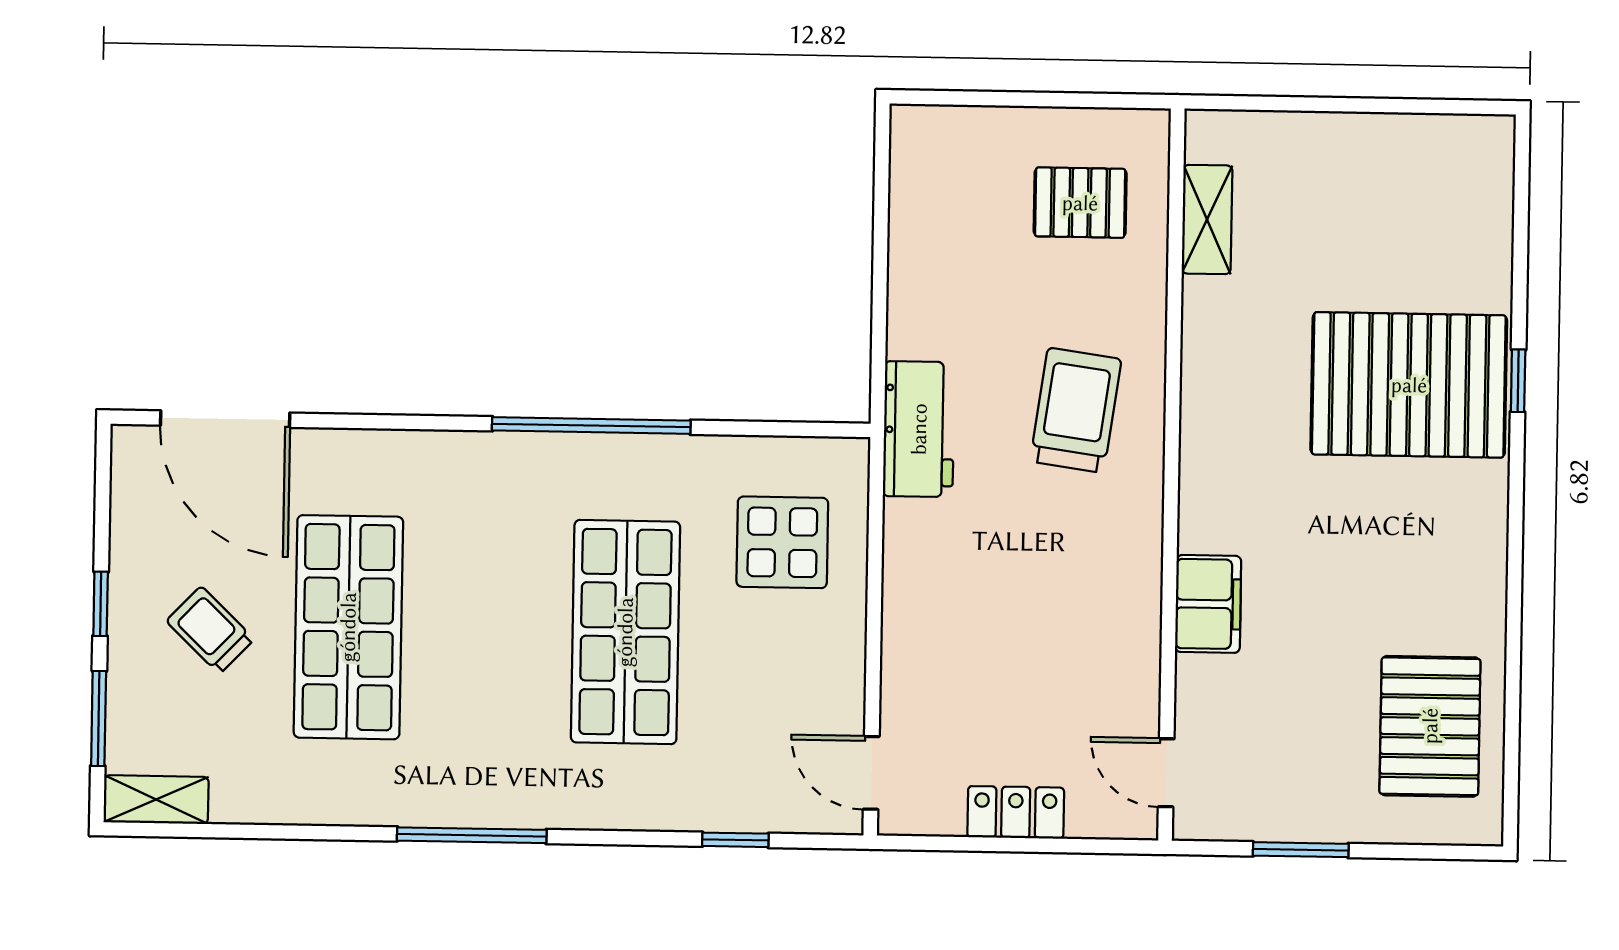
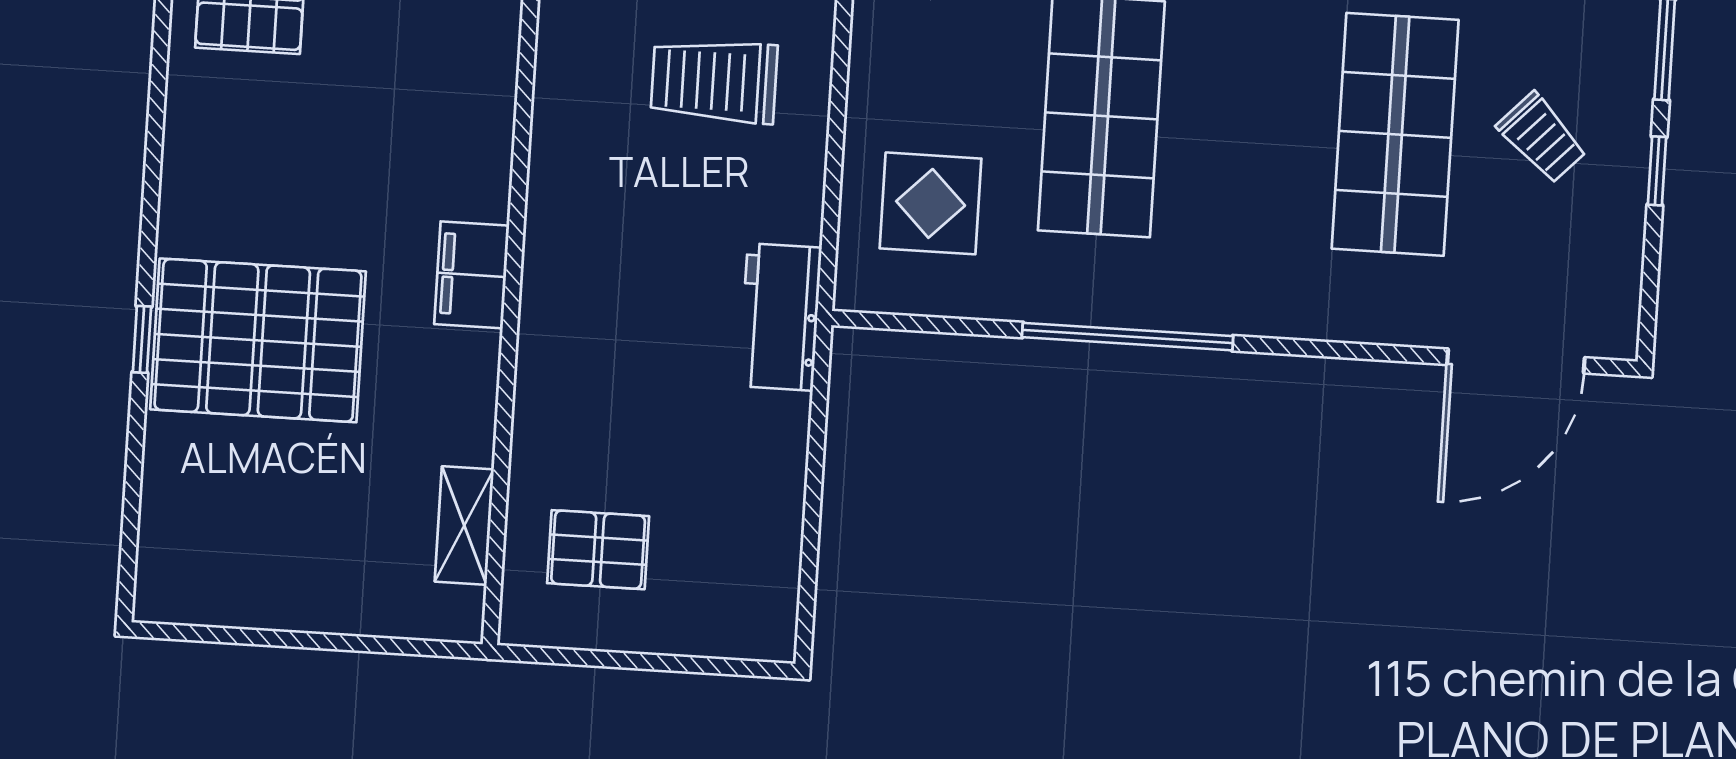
trolley: (1076, 410) -> (714, 81), moved, turned 82
door: (225, 419) -> (1516, 361), swing flipped
filing cabinet: (1208, 604) -> (472, 275), moved

